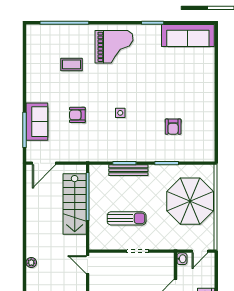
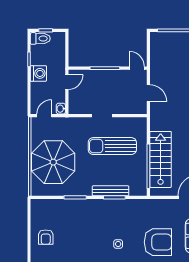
armchair: (77, 115) -> (158, 242), width x1.88, depth x1.88
armchair: (173, 127) -> (46, 237), moved, turned 180
sun lounger: (127, 218) -> (112, 146), width x1.36, depth x1.34
door: (88, 265) -> (148, 93), moved

